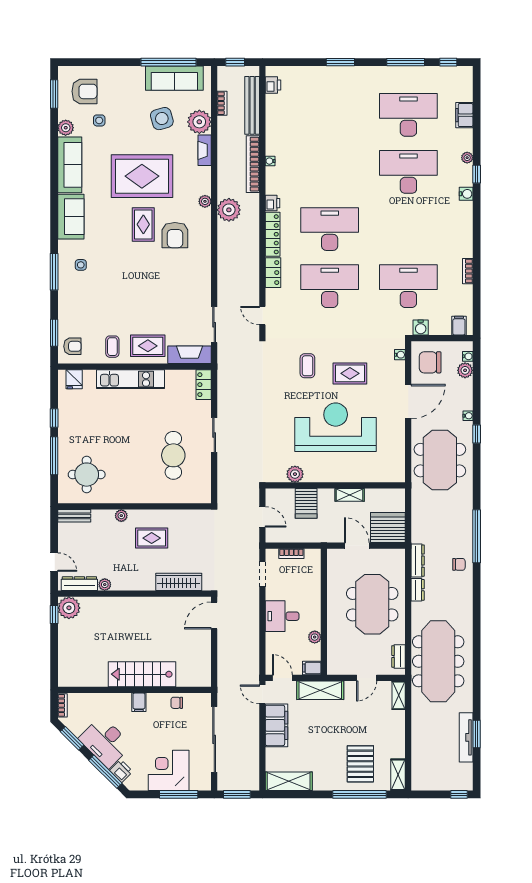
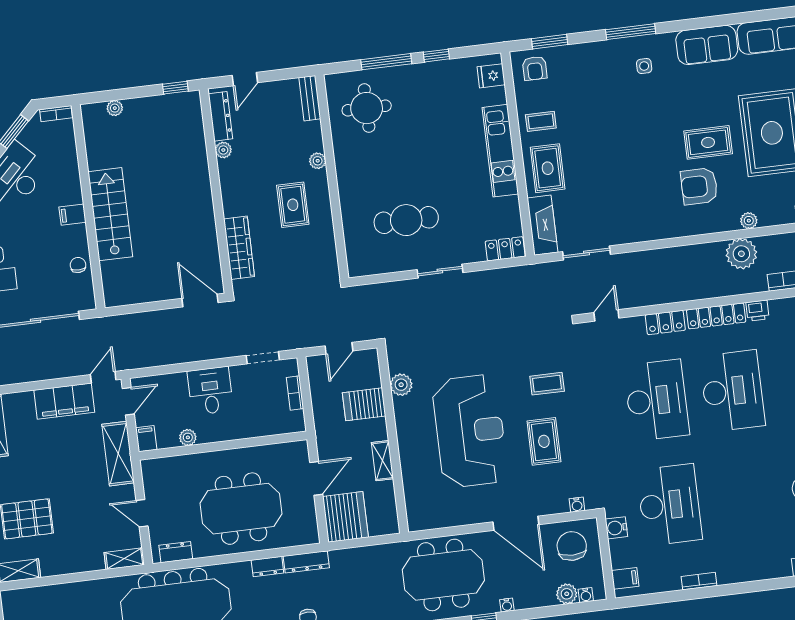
plant: (69, 608) -> (115, 108), moved, width x0.53, depth x0.53

